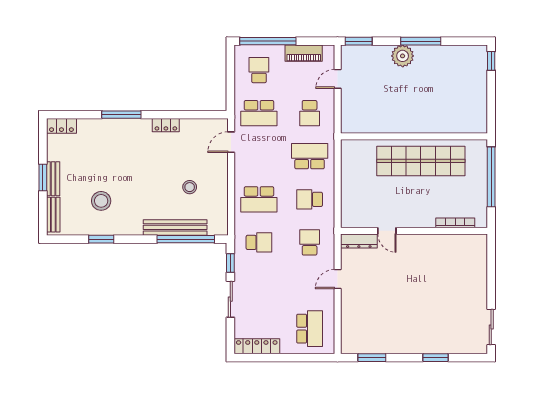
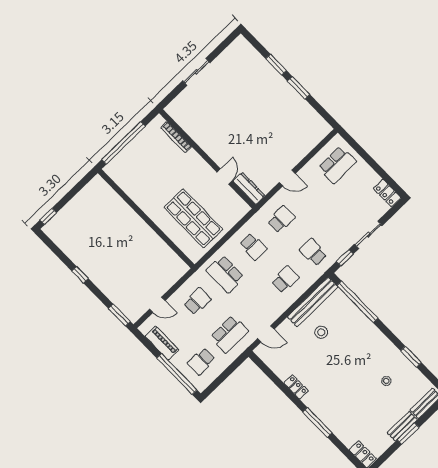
window: (421, 41) -> (80, 275), width x0.46
plant: (403, 56) -> (101, 277), removed
school desk: (259, 113) -> (229, 334), turned 90
shop shelf: (421, 161) -> (193, 218), moved, width x0.71
school desk: (259, 199) -> (285, 279), width x0.54
stool: (101, 201) -> (386, 381), width x0.53, depth x0.53
bench: (175, 227) -> (313, 302), moved, turned 90
school desk: (310, 242) -> (281, 219), turned 180
sliding door: (491, 327) -> (196, 72), moved
school desk: (310, 329) -> (337, 165), turned 180
locker: (257, 346) -> (387, 193), width x0.66
window: (372, 358) -> (299, 88), moved

